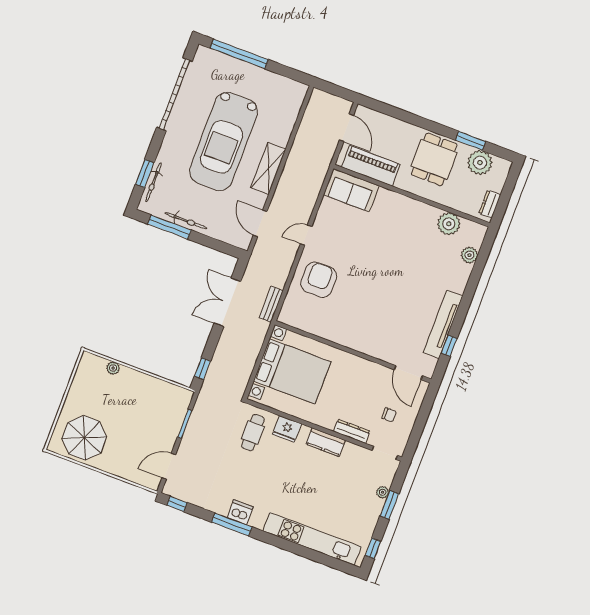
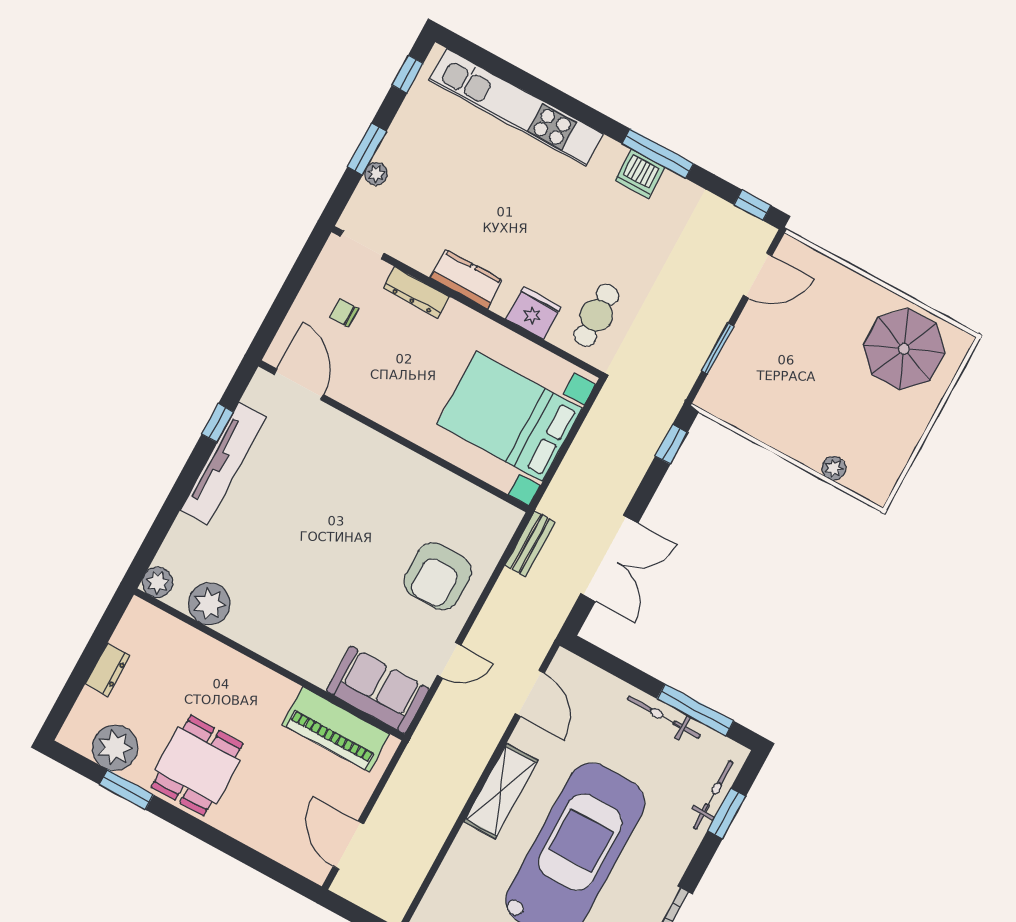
piano: (371, 166) -> (336, 729), moved
sofa: (351, 190) -> (378, 690), moved
wall: (412, 196) -> (269, 664), moved
plant: (449, 224) -> (209, 604), moved

